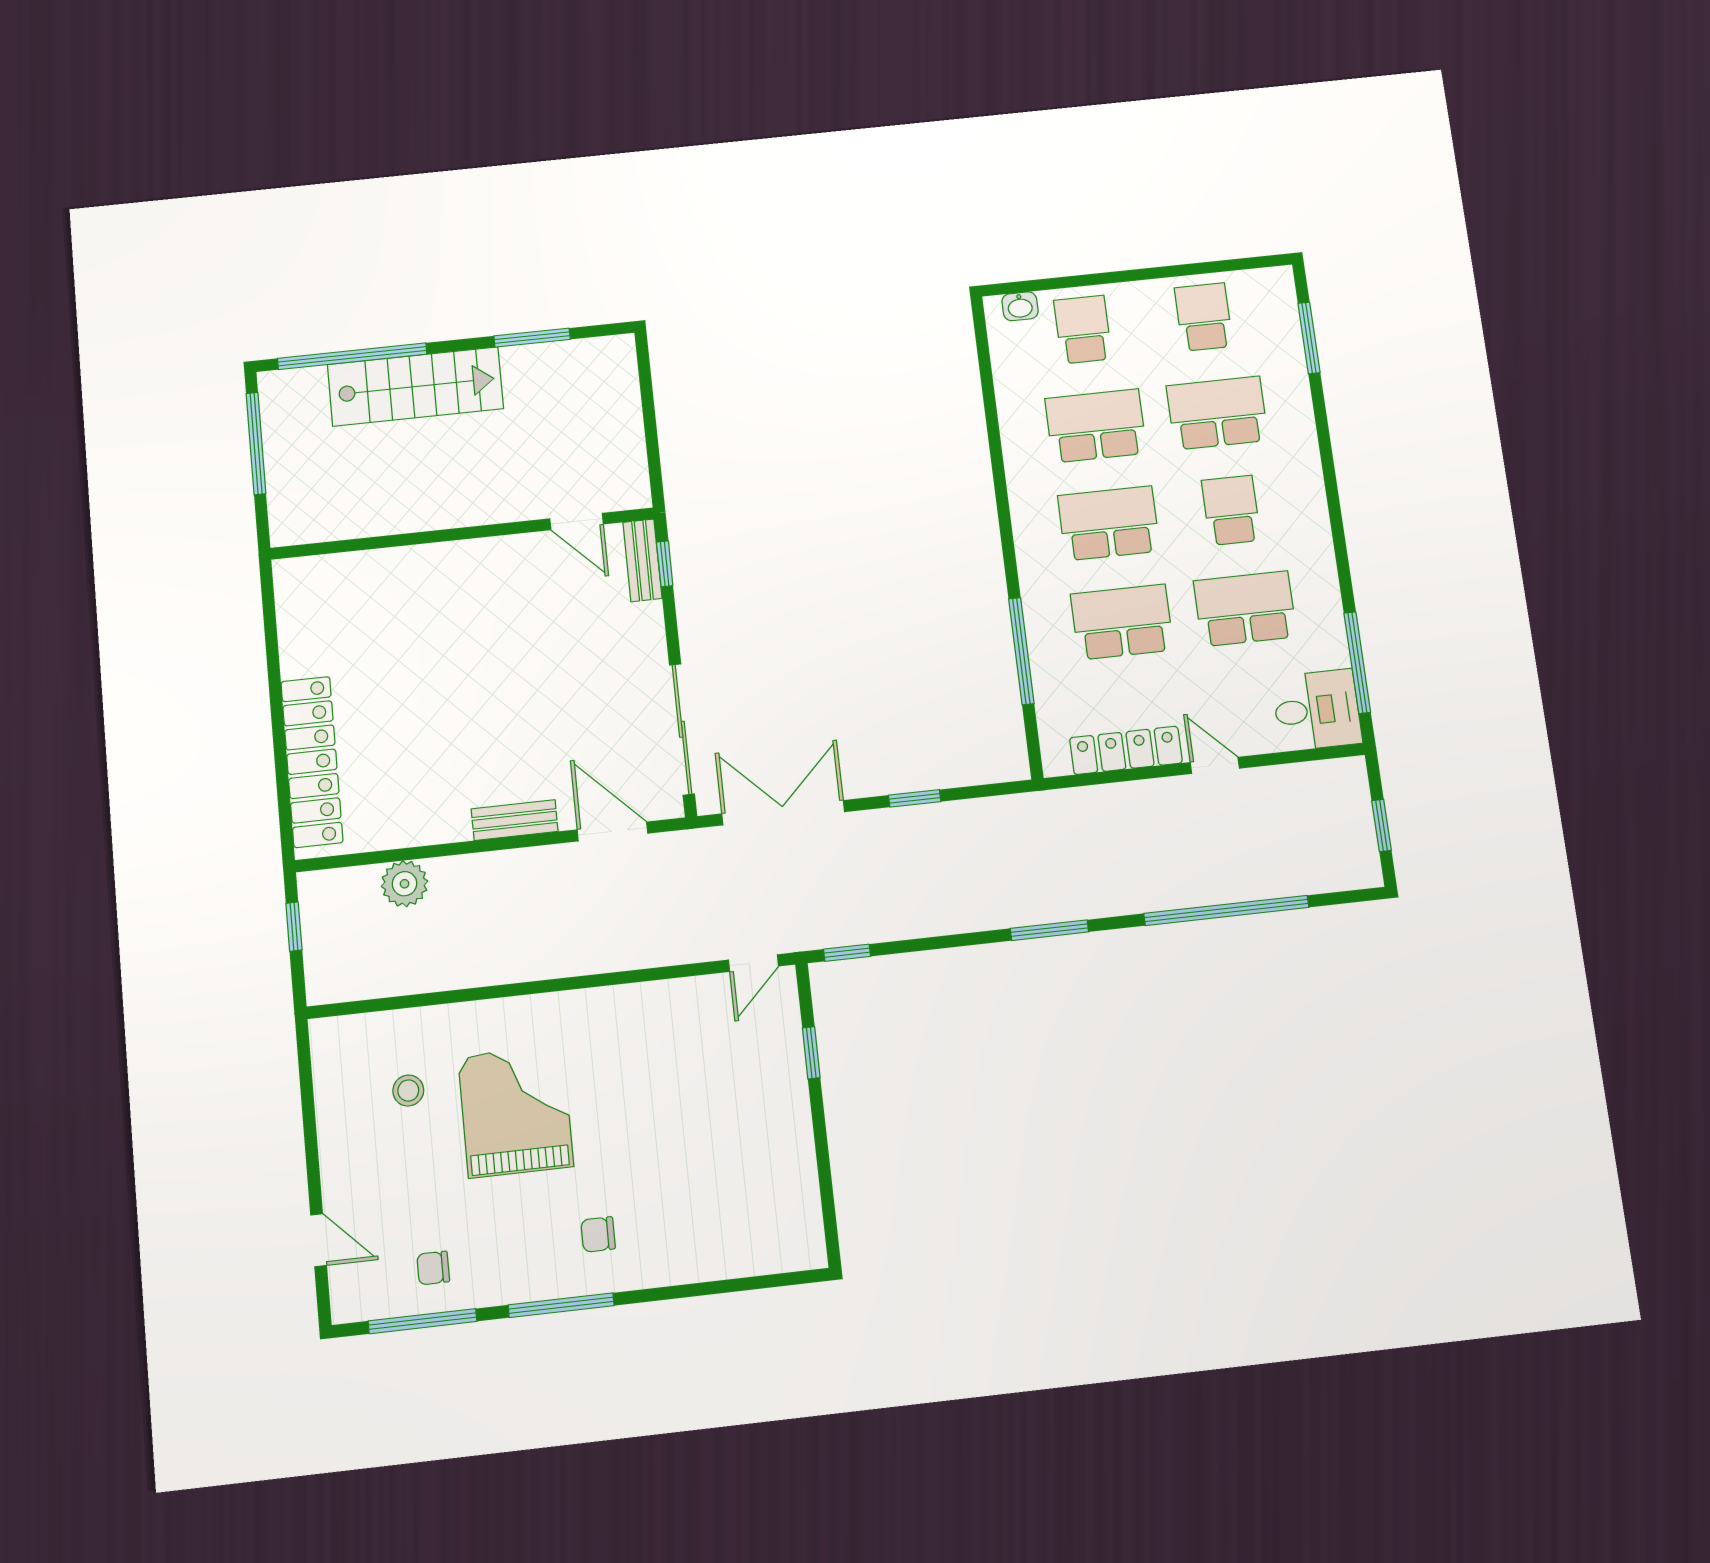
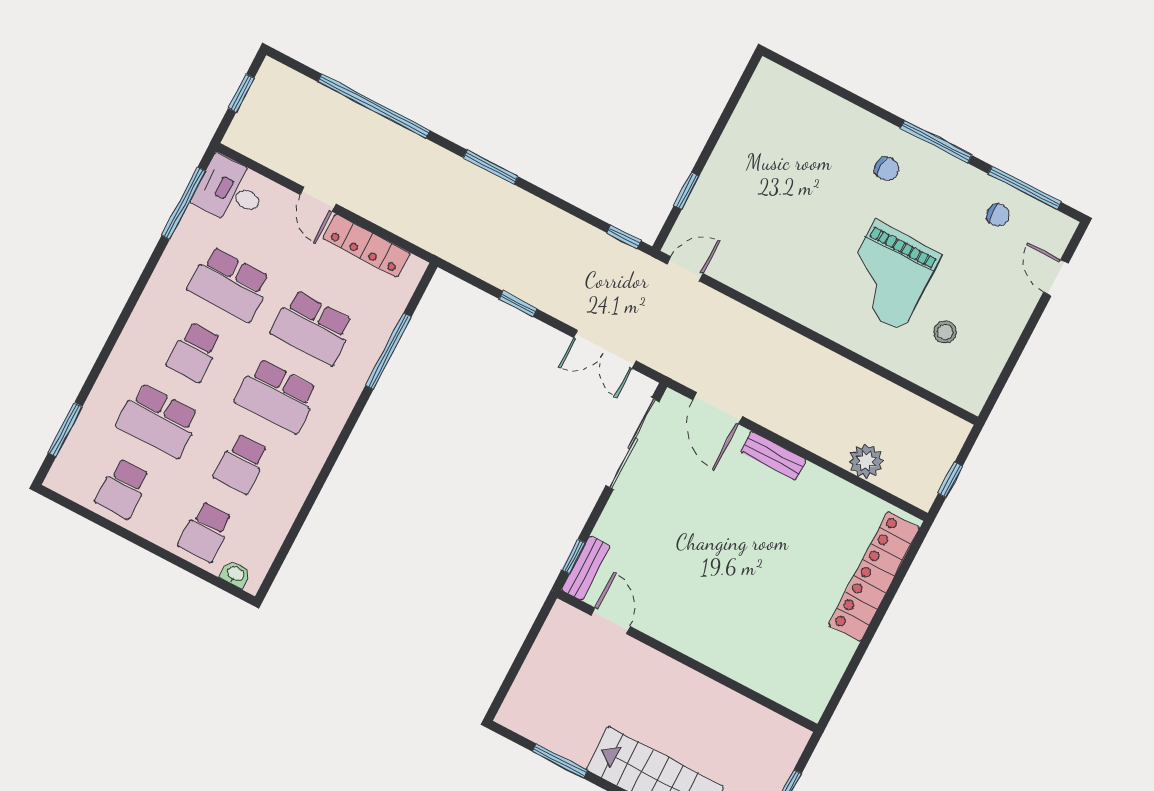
school desk: (1096, 426) -> (241, 464), width x0.54
double door: (783, 813) -> (605, 349), width x0.73

